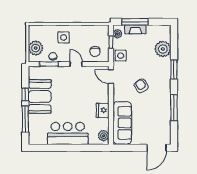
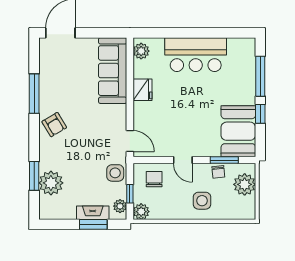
window: (135, 22) -> (93, 224), width x0.69
plant: (104, 30) -> (141, 212), added
window: (174, 70) -> (34, 176), moved
armchair: (141, 86) -> (54, 125), moved
booth: (40, 97) -> (238, 131), moved

